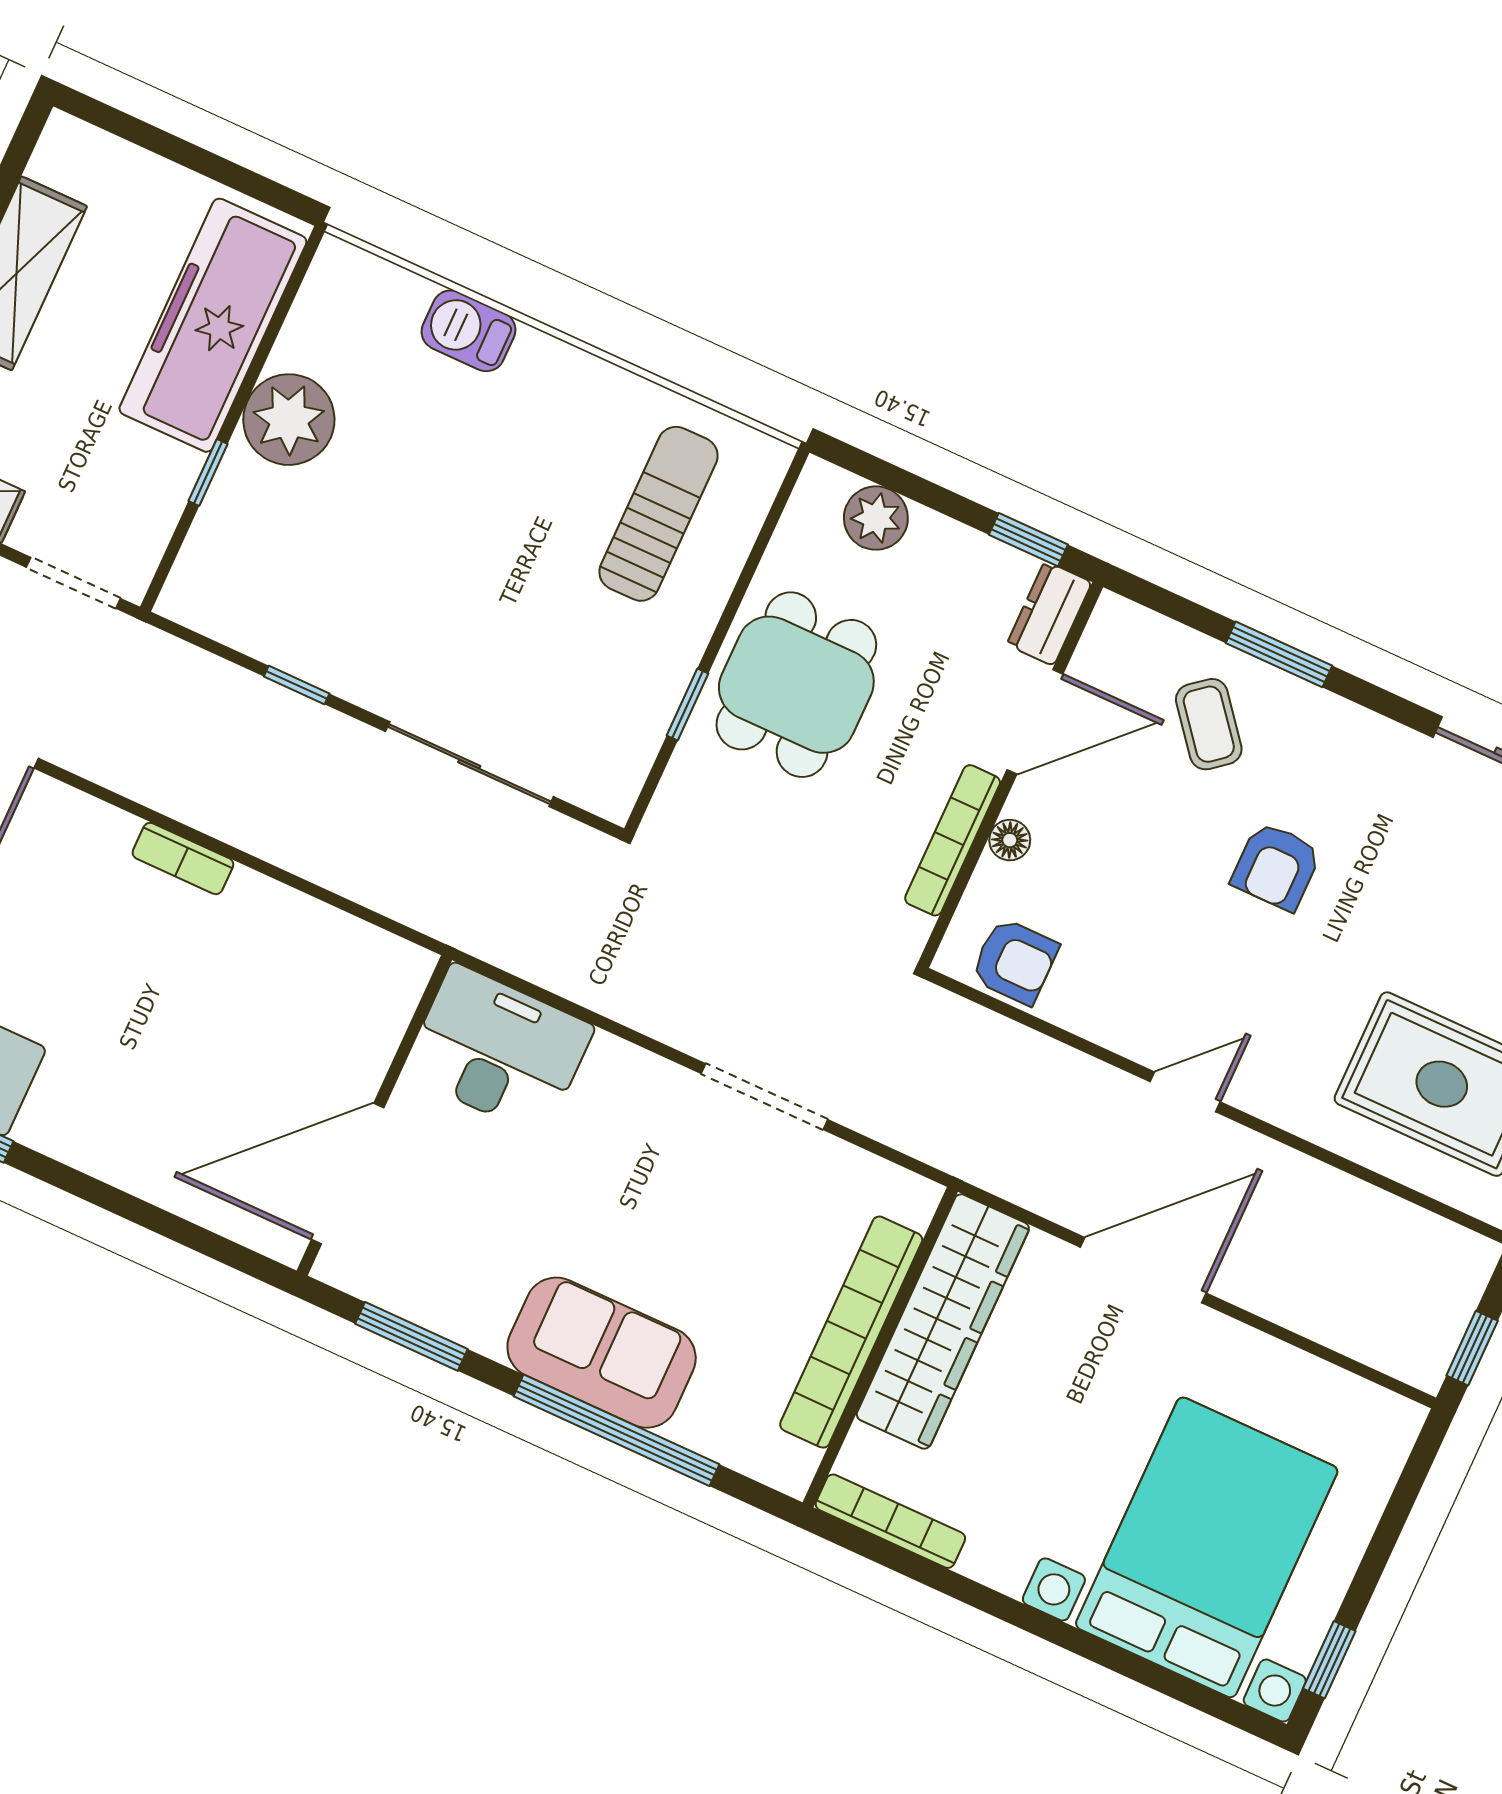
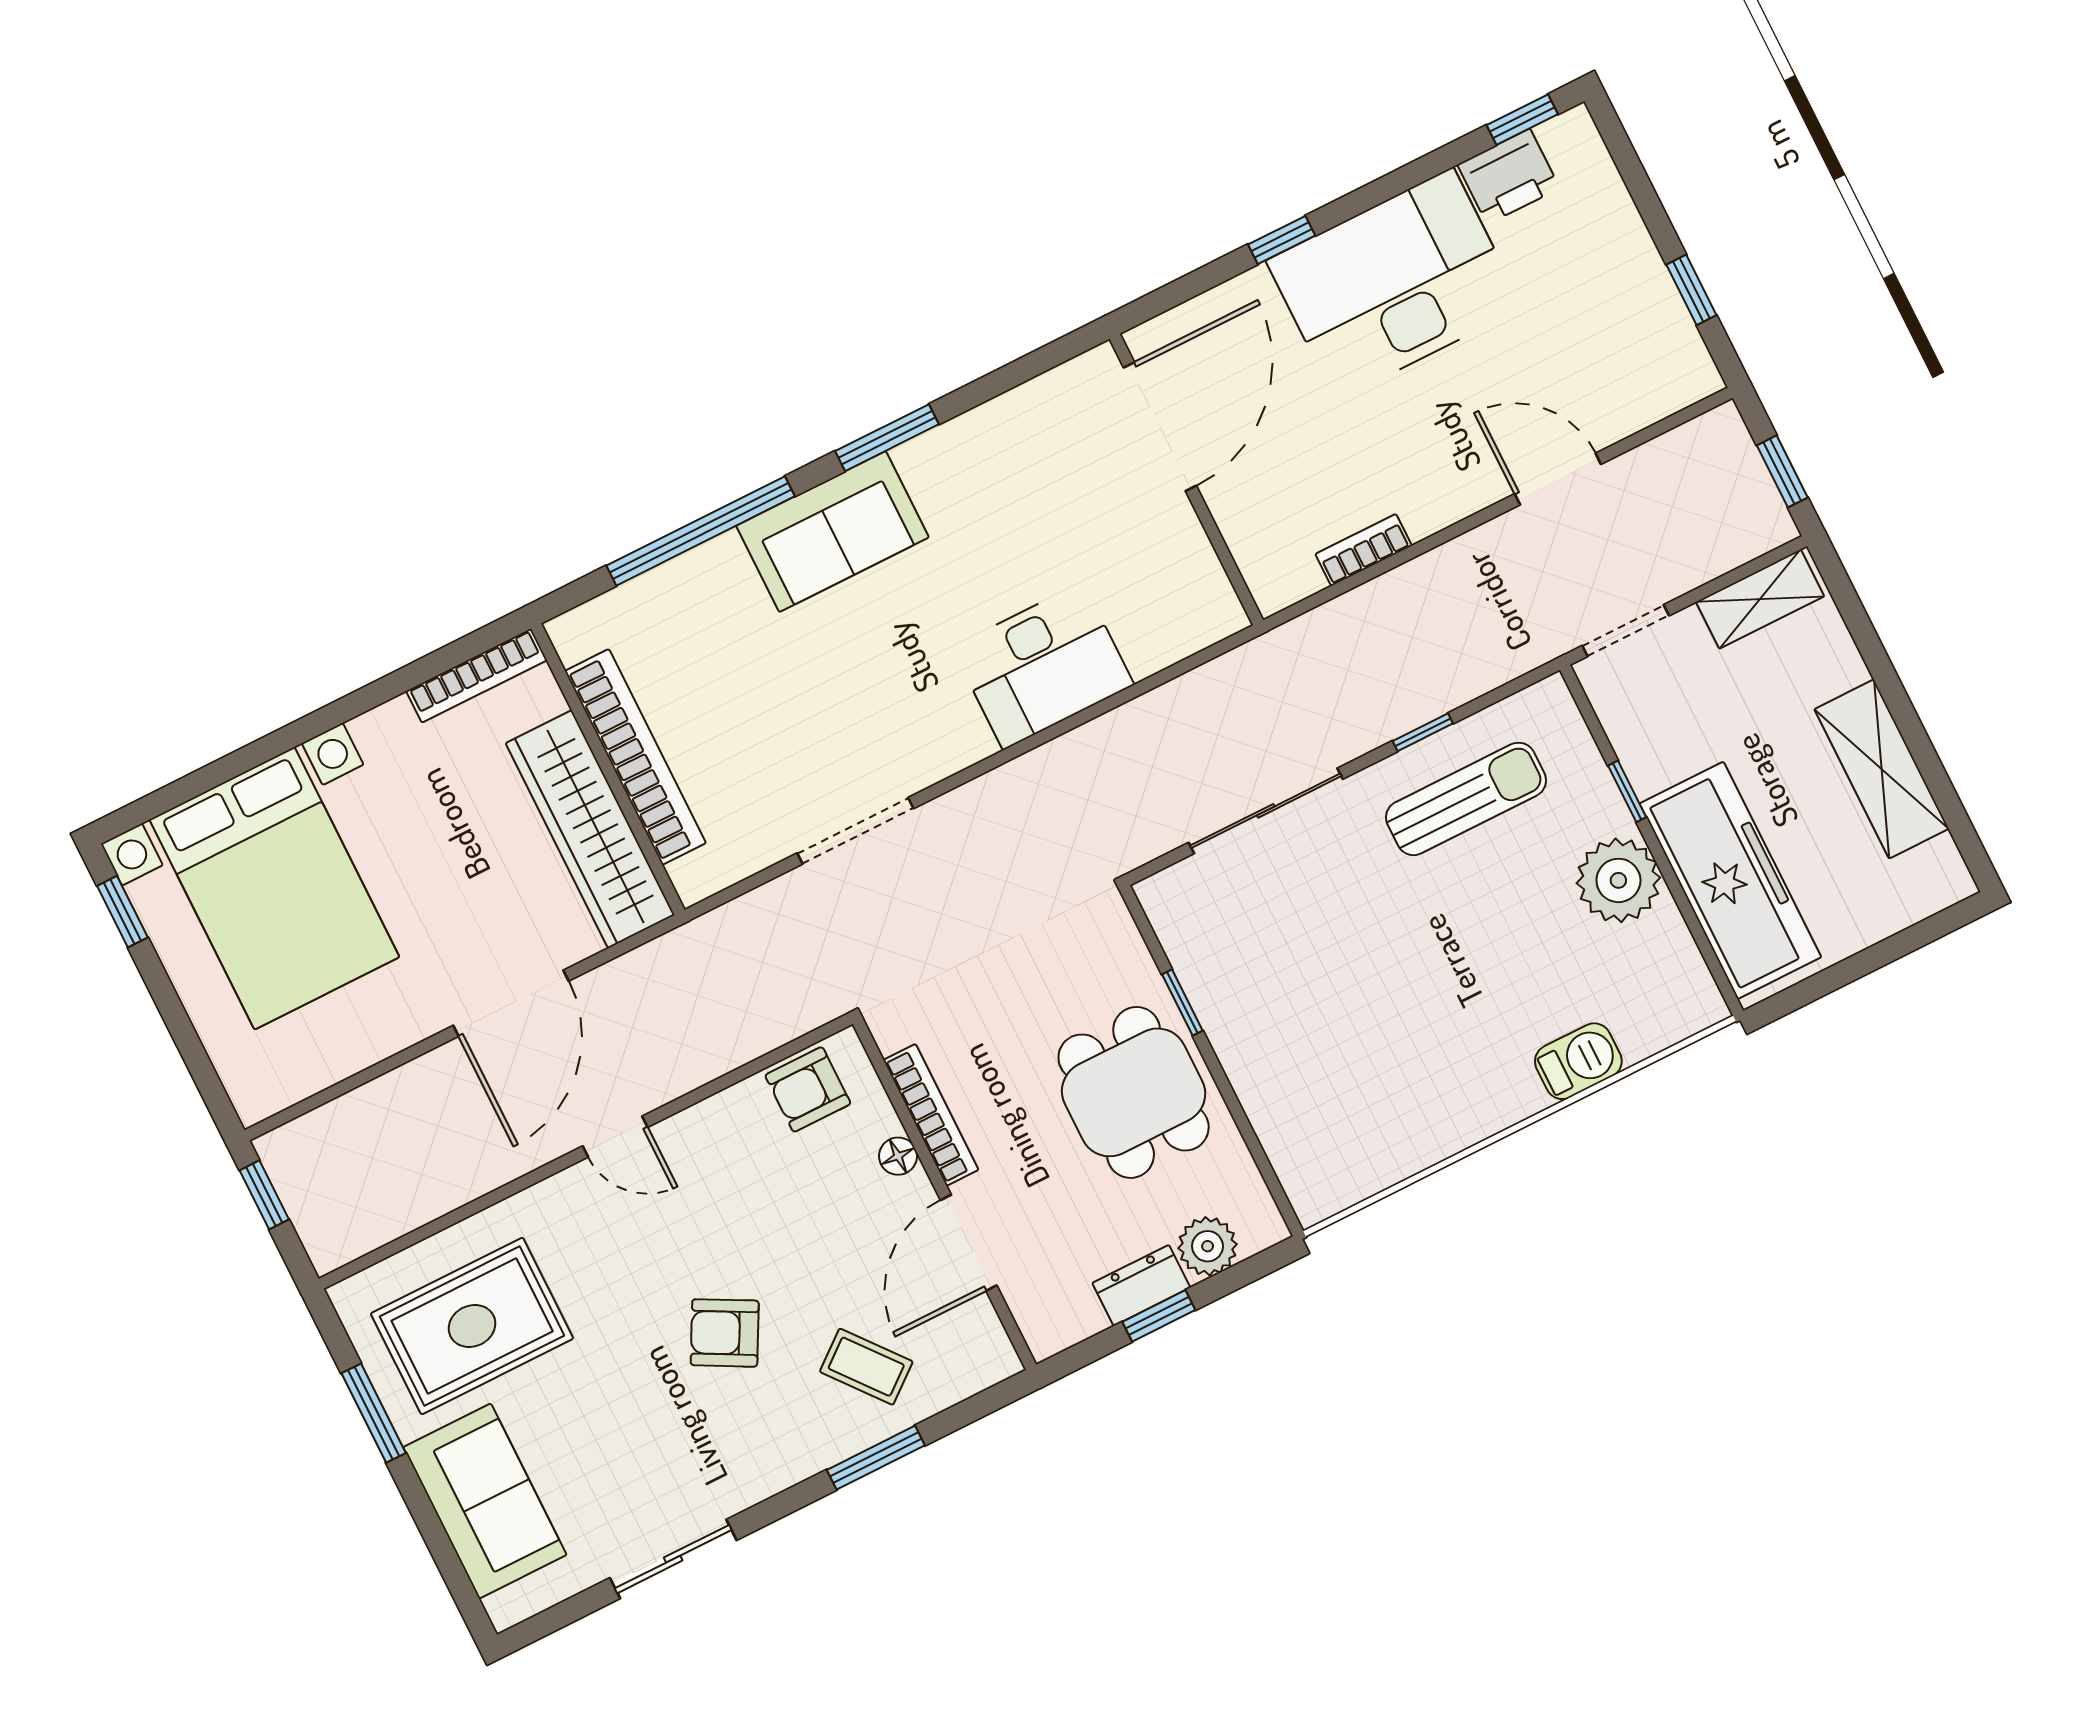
sun lounger: (659, 514) -> (1466, 799), moved, turned -90
window: (1028, 540) -> (1159, 1316), moved
dresser: (1049, 613) -> (1141, 1285), moved, turned -90
armchair: (1276, 866) -> (725, 1333), turned -62
door: (1185, 1092) -> (615, 1137), hinge flipped
wall: (374, 1115) -> (1186, 479), moved
door: (348, 1174) -> (1160, 427), moved
sofa: (602, 1353) -> (833, 532), moved

